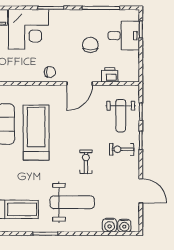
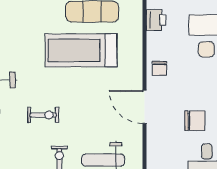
printer: (110, 75) -> (156, 20), moved
treadmill: (36, 133) -> (81, 50), turned 180

